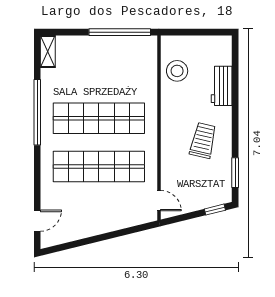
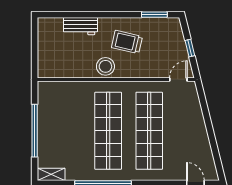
window: (120, 32) -> (35, 131), moved
stool: (177, 71) -> (105, 66), moved
window: (215, 210) -> (190, 48), moved

